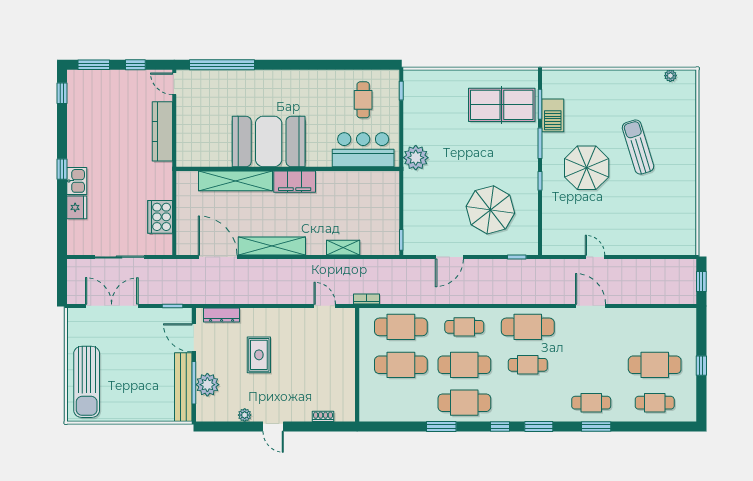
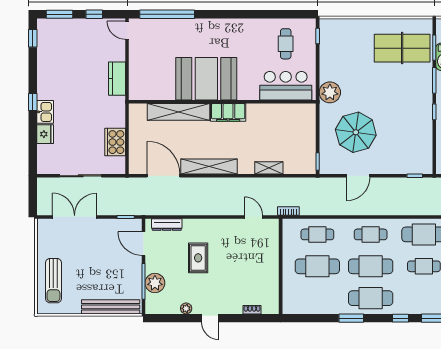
kitchen counter: (162, 131) -> (117, 79), width x0.67
parasol: (490, 210) -> (356, 132), moved
cafe table: (401, 327) -> (317, 234), width x0.73, depth x0.74
sun lounger: (87, 382) -> (53, 281), width x0.73, depth x0.75
bench: (183, 387) -> (111, 307), moved, turned 90

